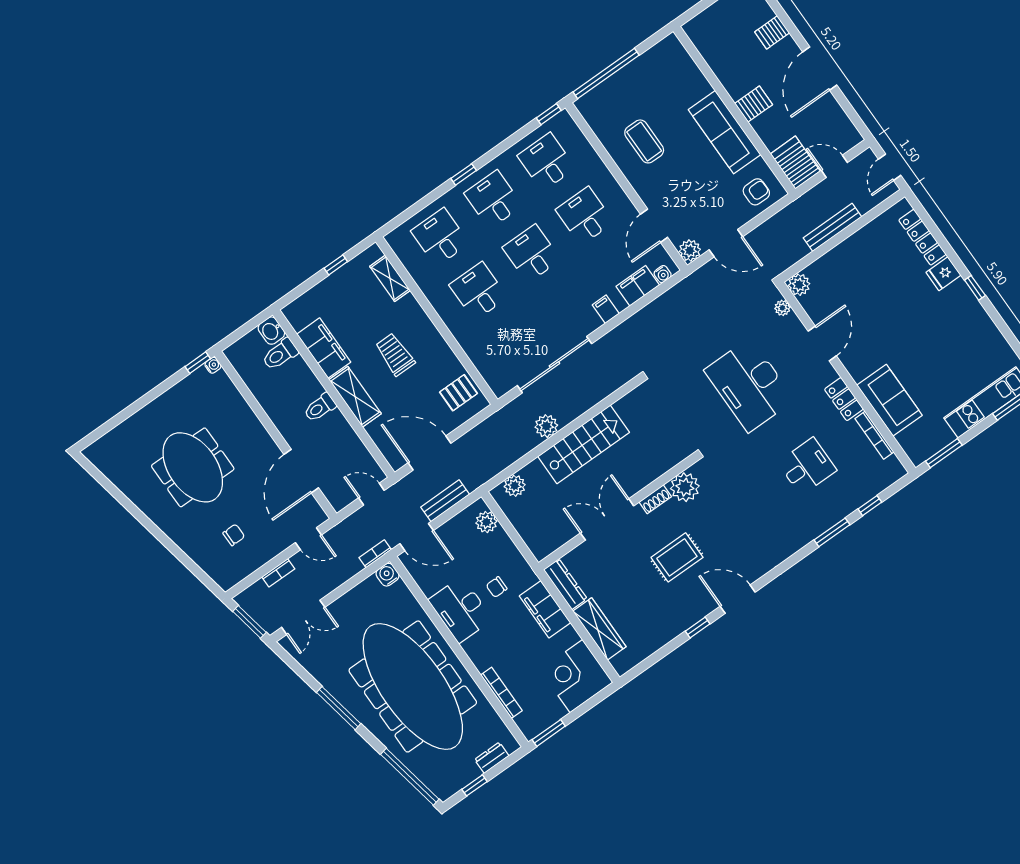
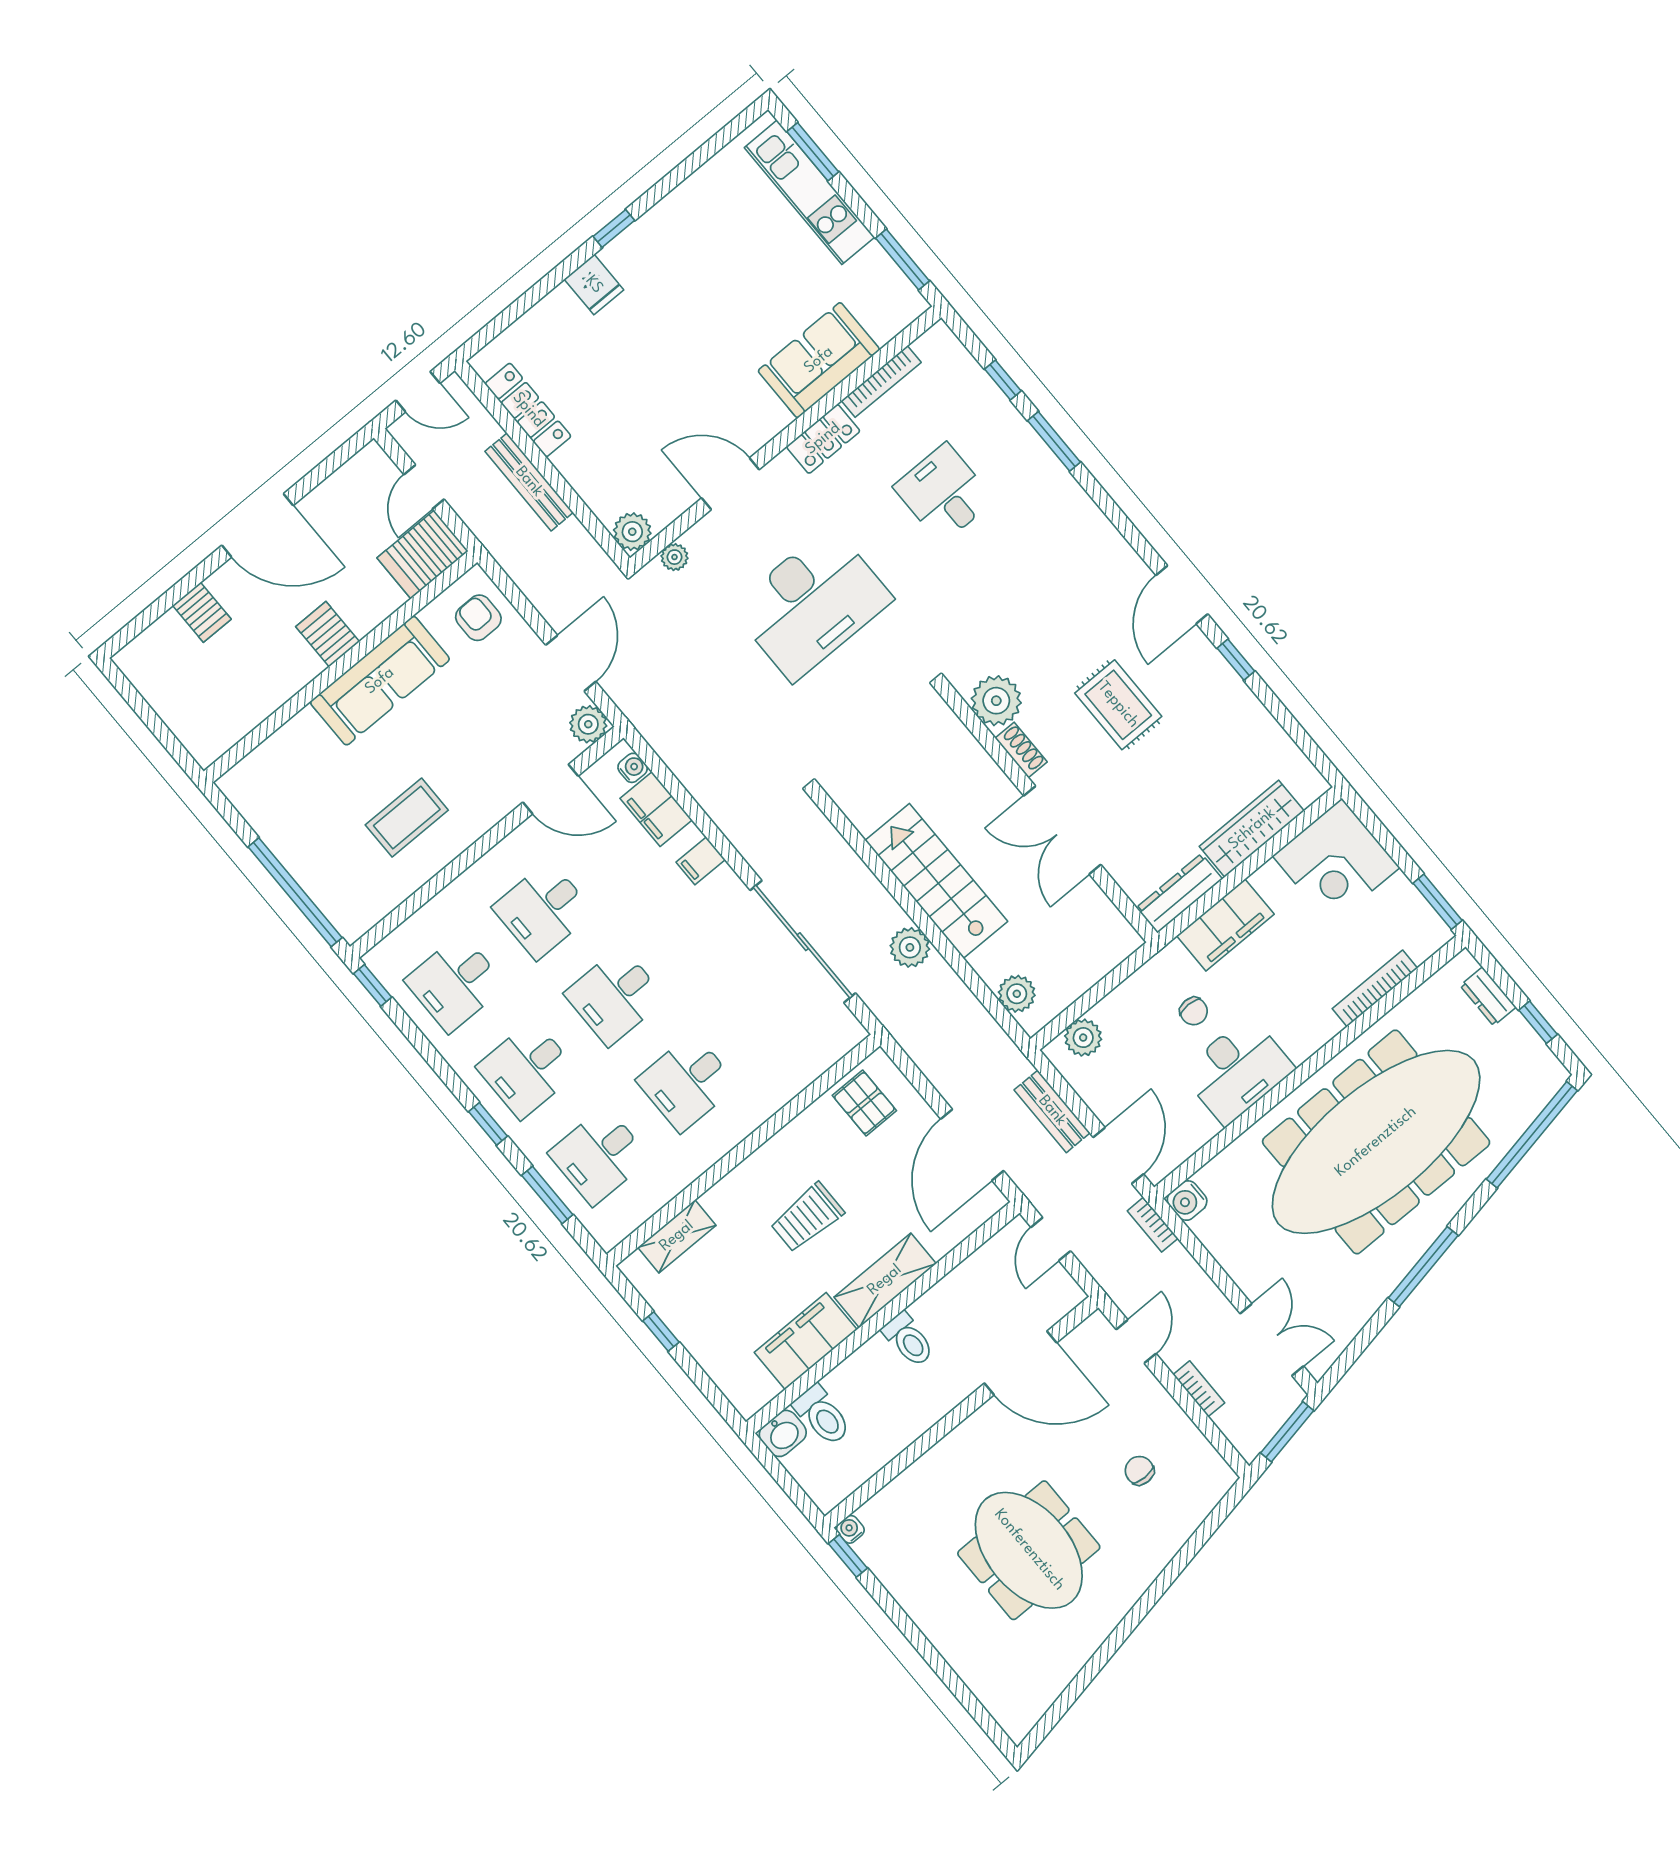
window: (420, 205) -> (547, 1195), added
locker: (922, 237) -> (528, 410), moved, turned -90
meeting table: (193, 467) -> (1029, 1550), turned 90

